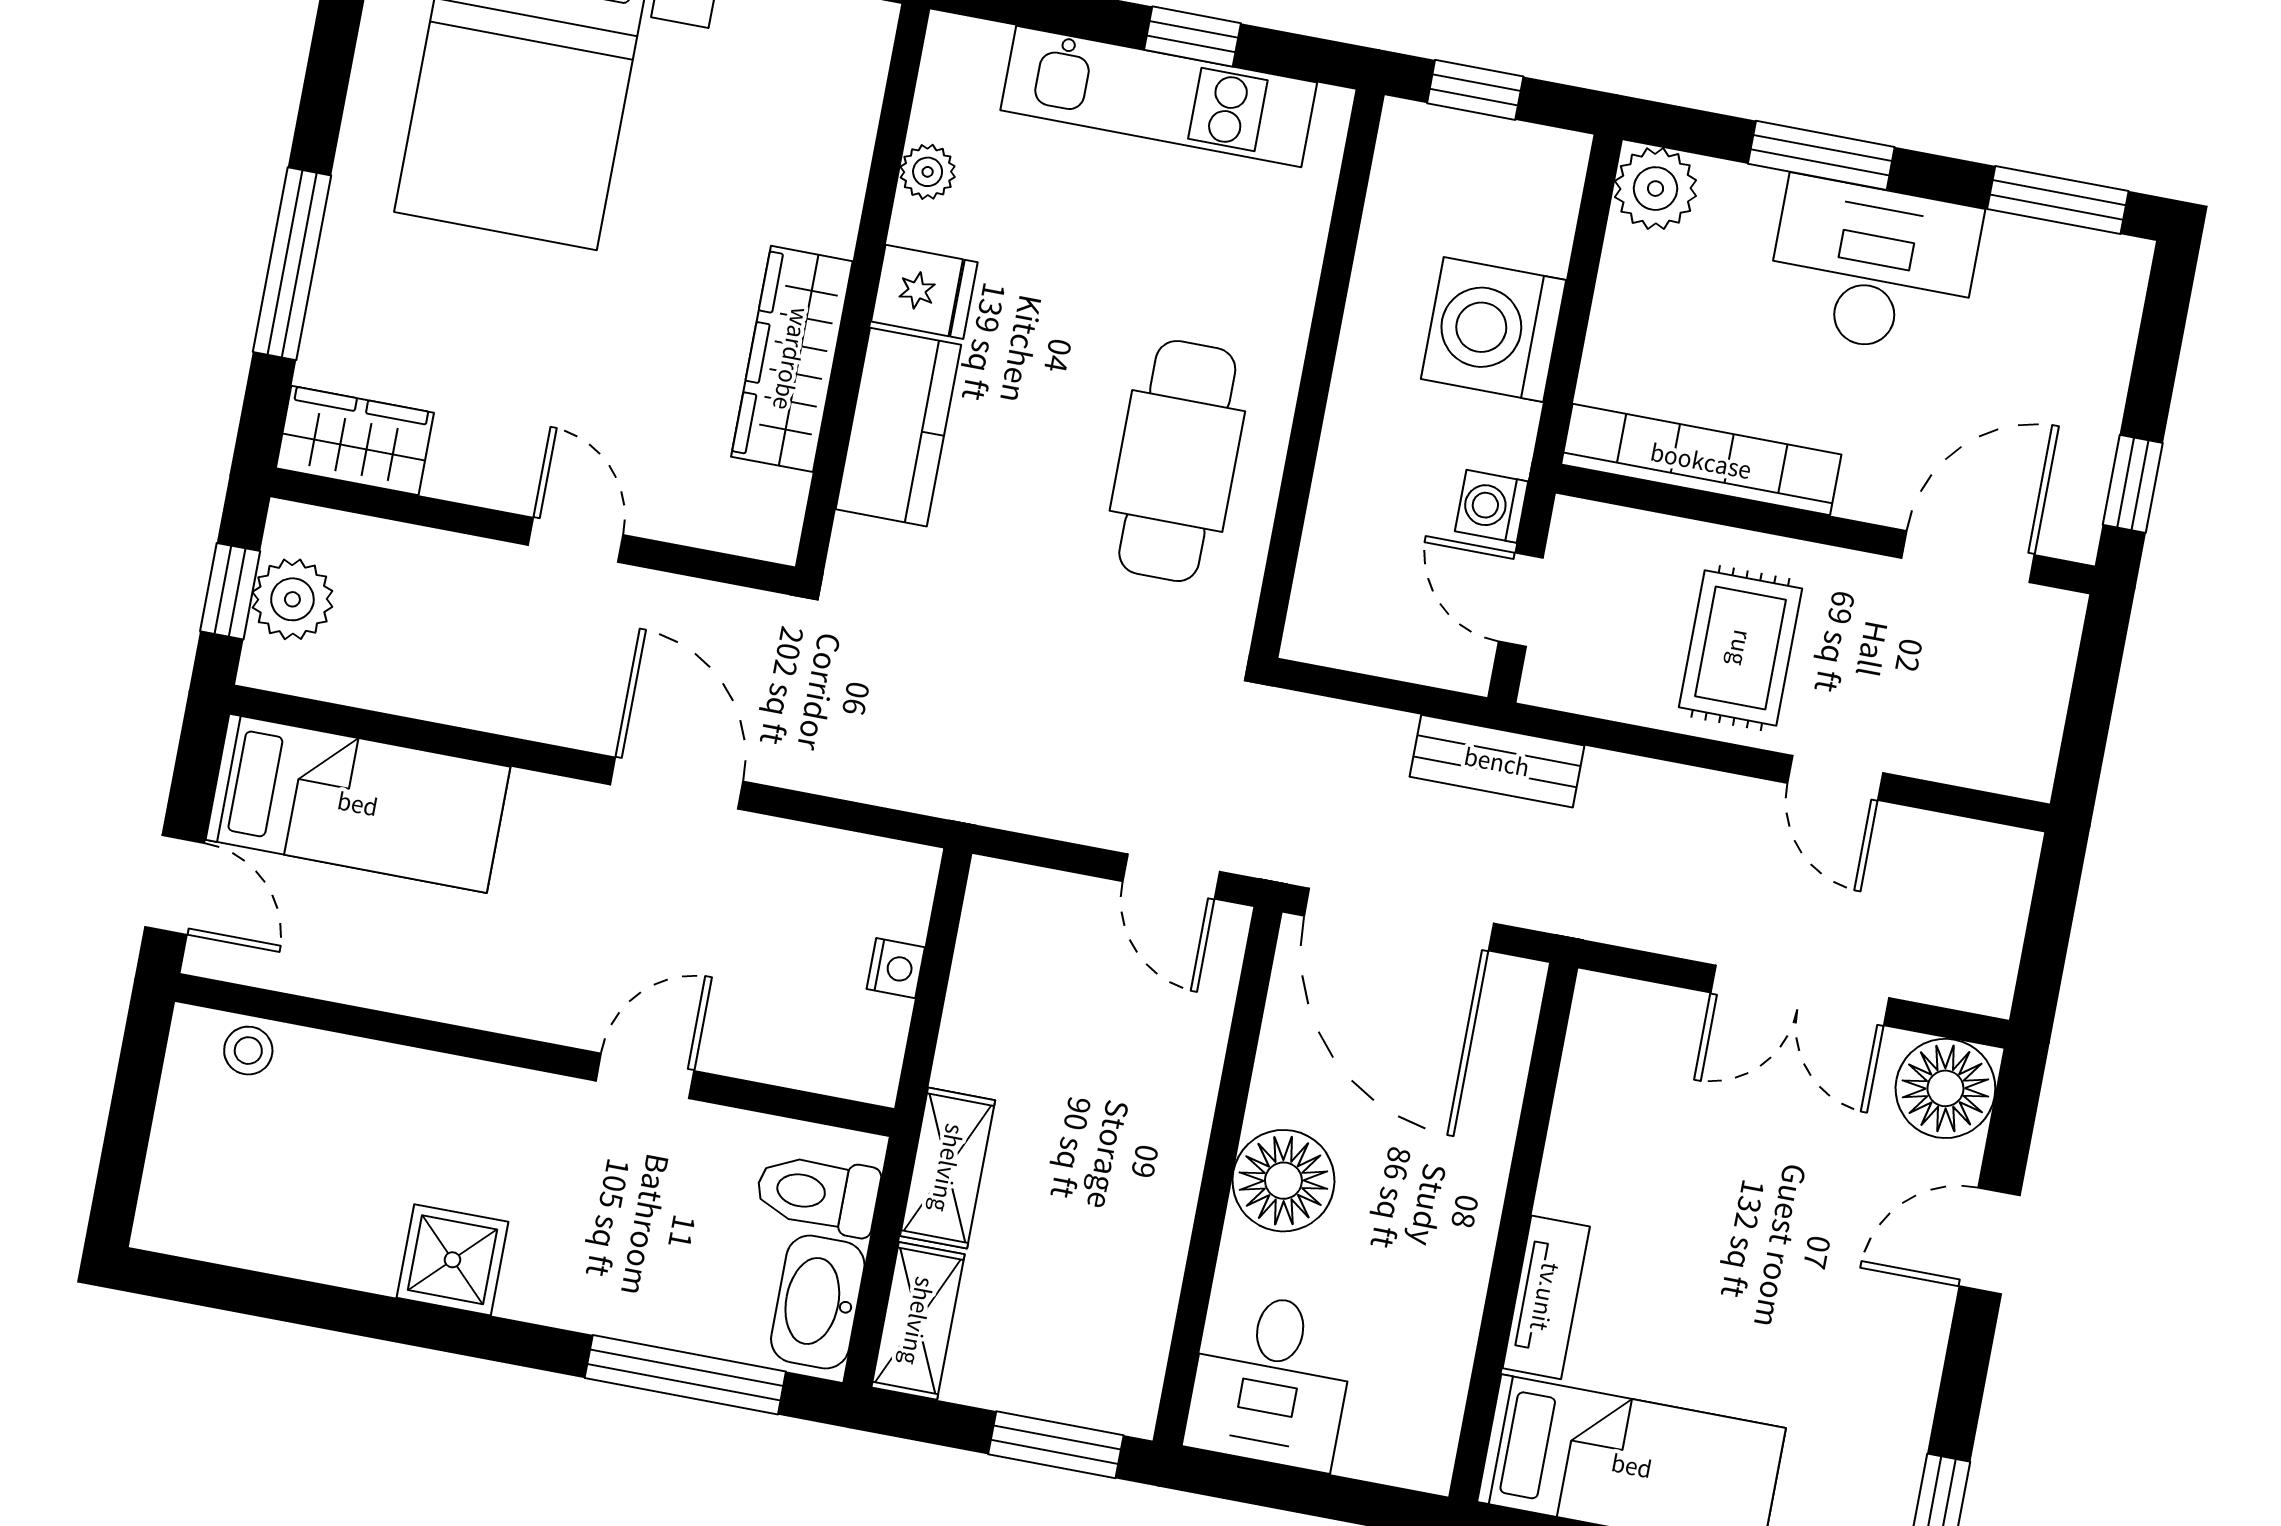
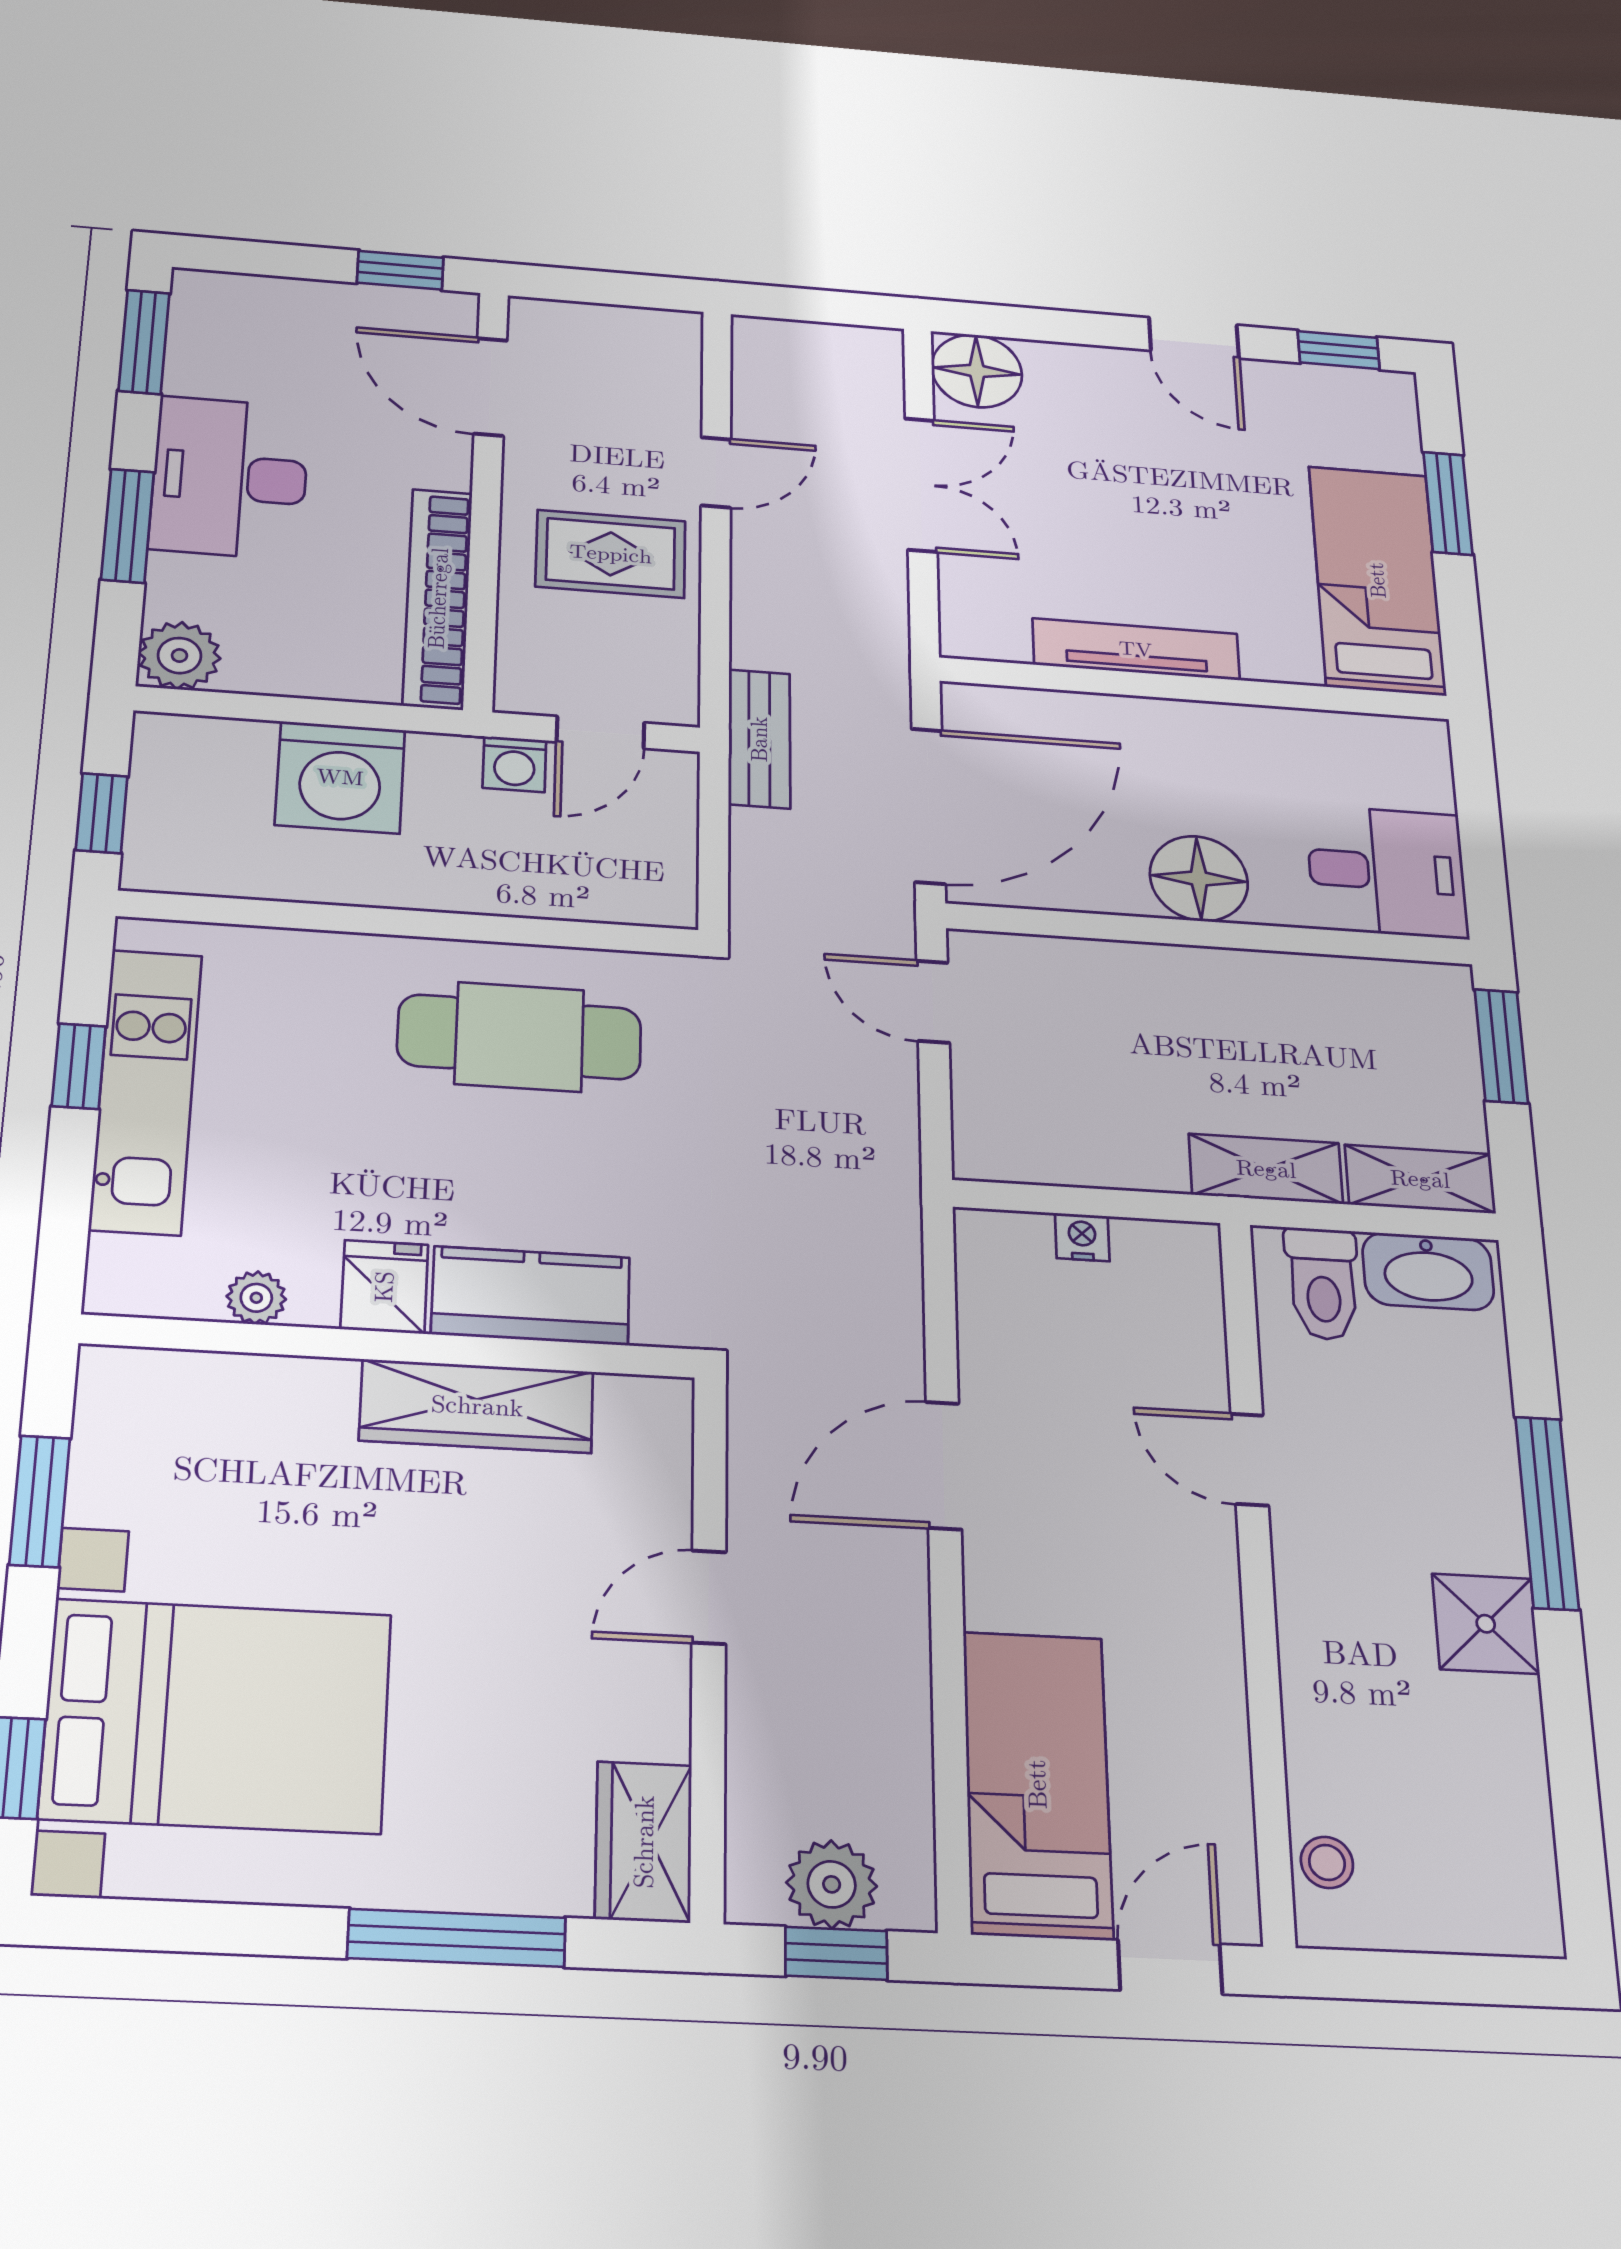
door: (1171, 877) -> (933, 1002), swing flipped
door: (1990, 1241) -> (1194, 338), moved
tv unit: (1546, 1297) -> (1136, 649), moved, width x1.41
window: (685, 1375) -> (1547, 1513), moved

